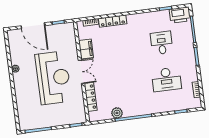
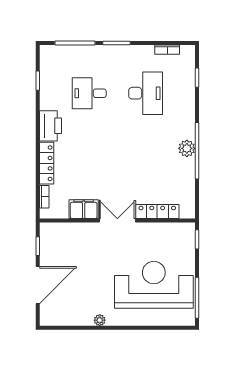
printer: (180, 15) -> (51, 126), moved
reception desk: (53, 78) -> (154, 285), moved
plant: (117, 113) -> (187, 148), moved

